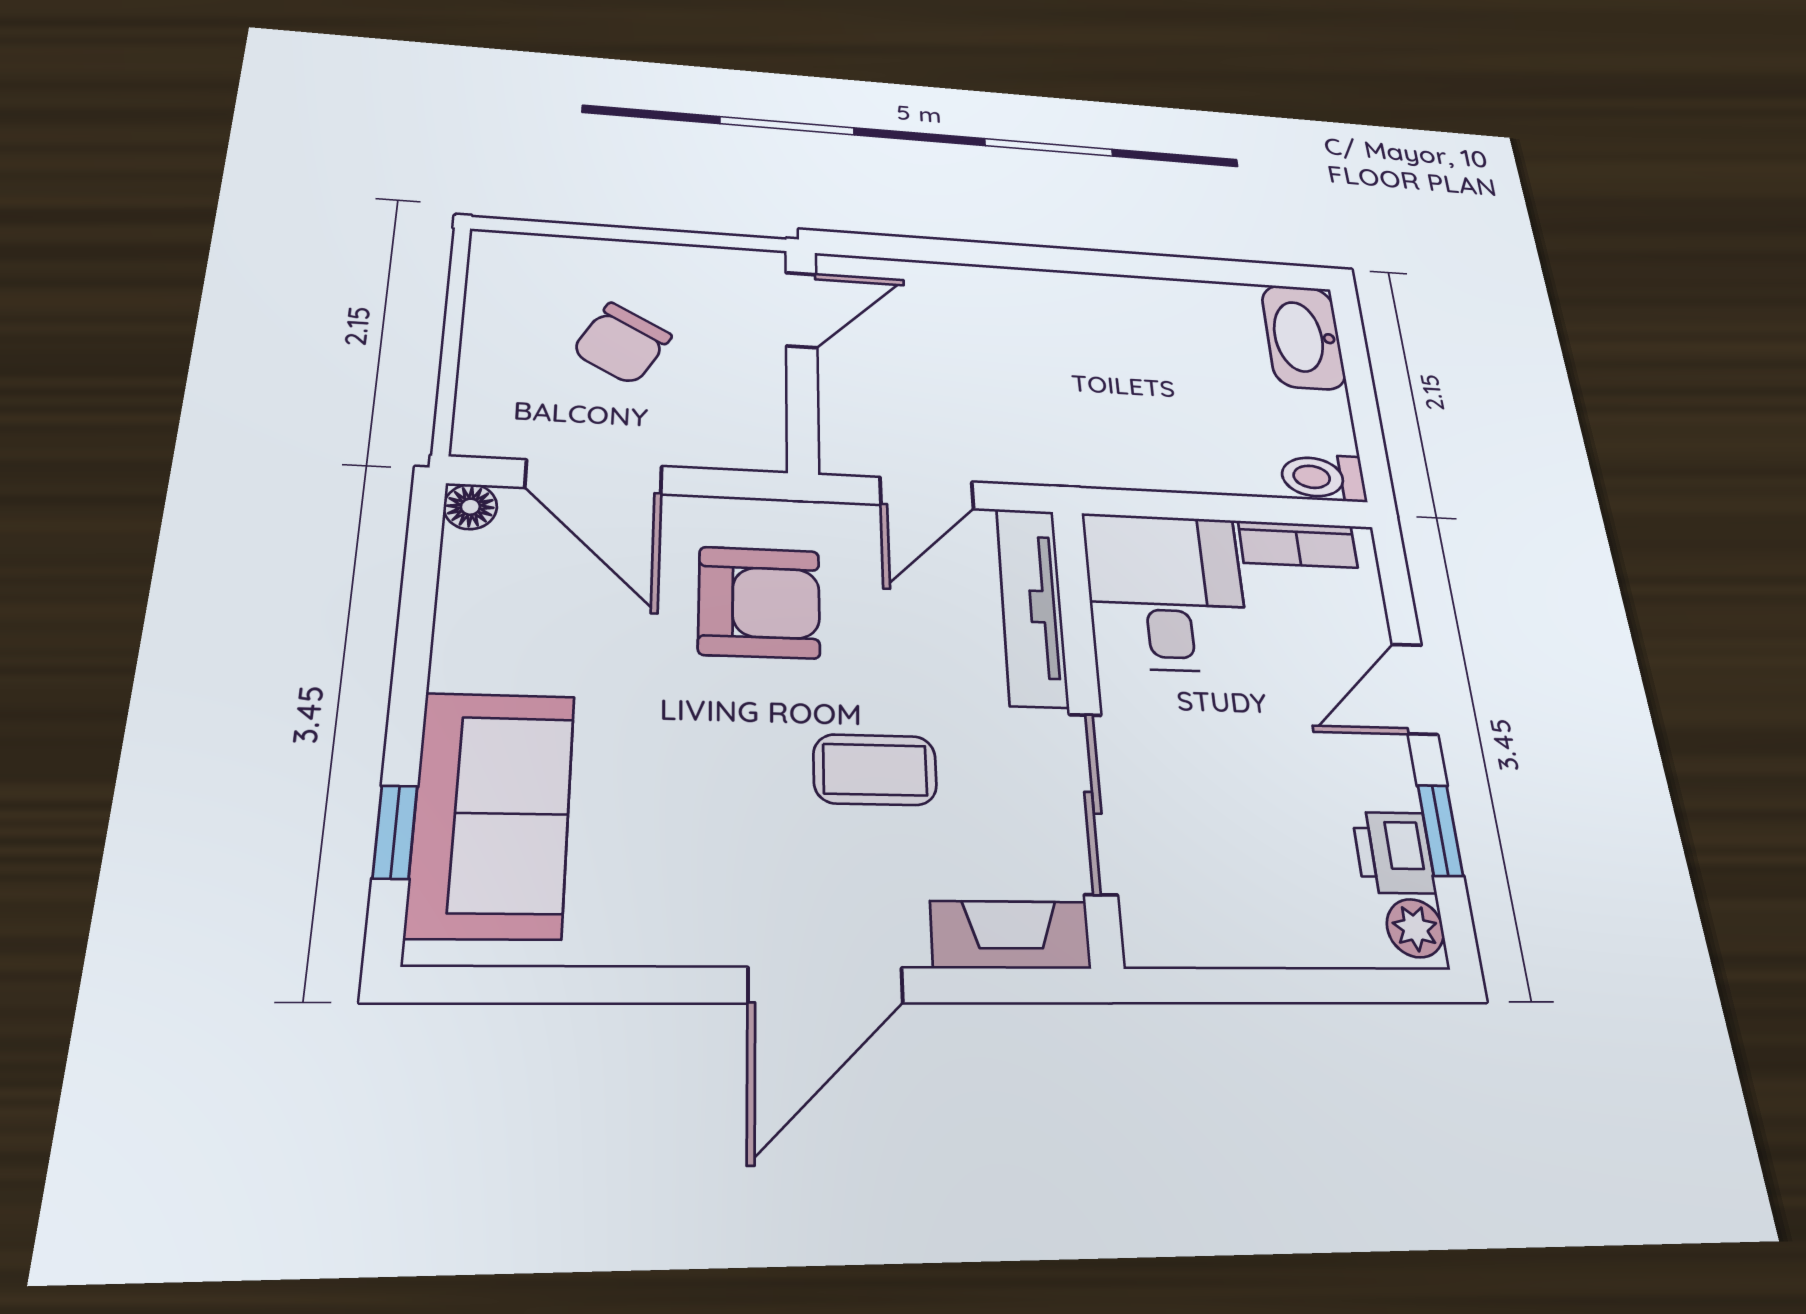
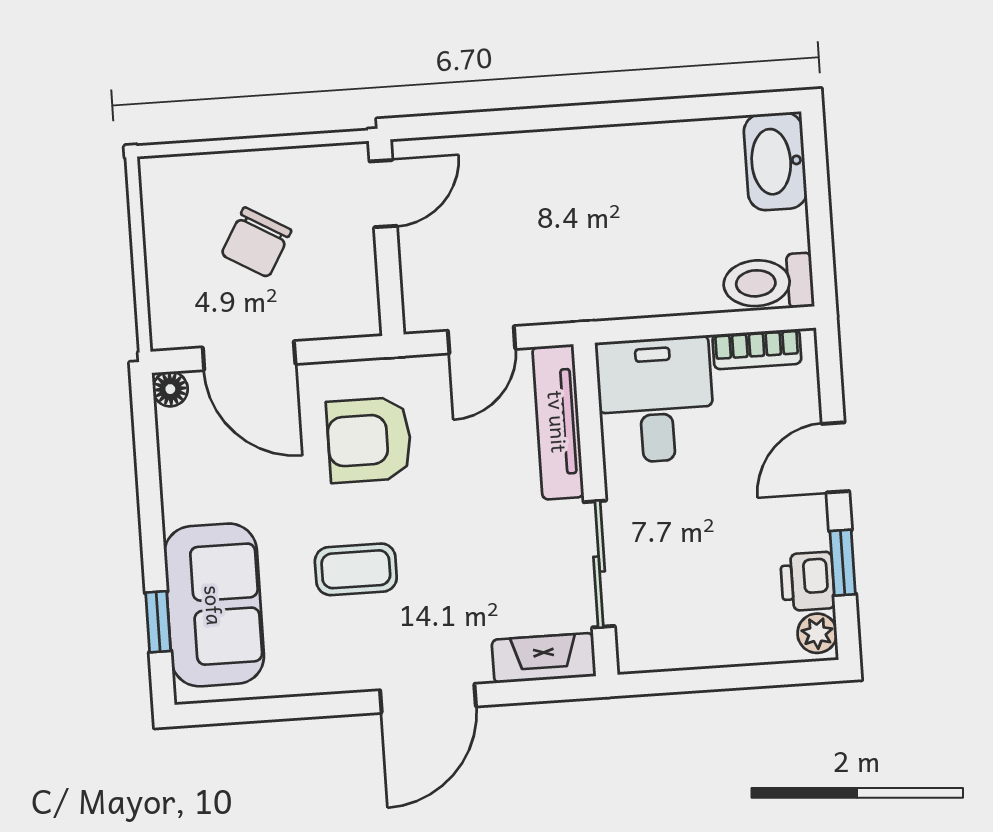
toilet: (1323, 477) -> (768, 282), width x1.37, depth x1.39
armchair: (759, 602) -> (369, 440), turned 180
coffee table: (875, 770) -> (356, 569), moved

